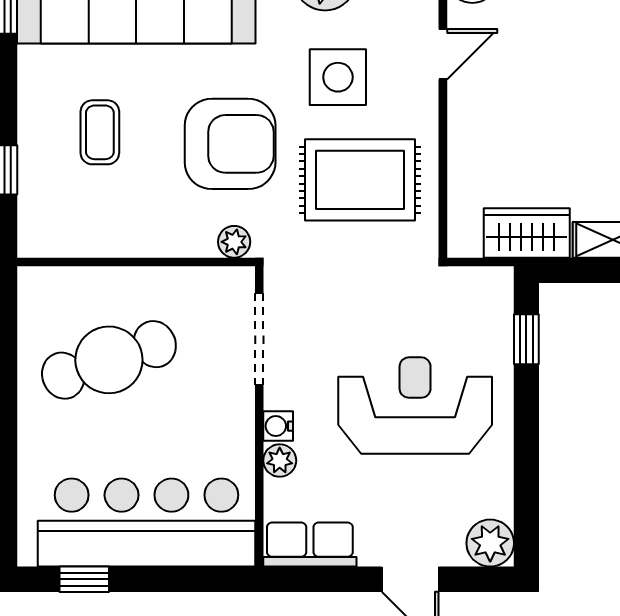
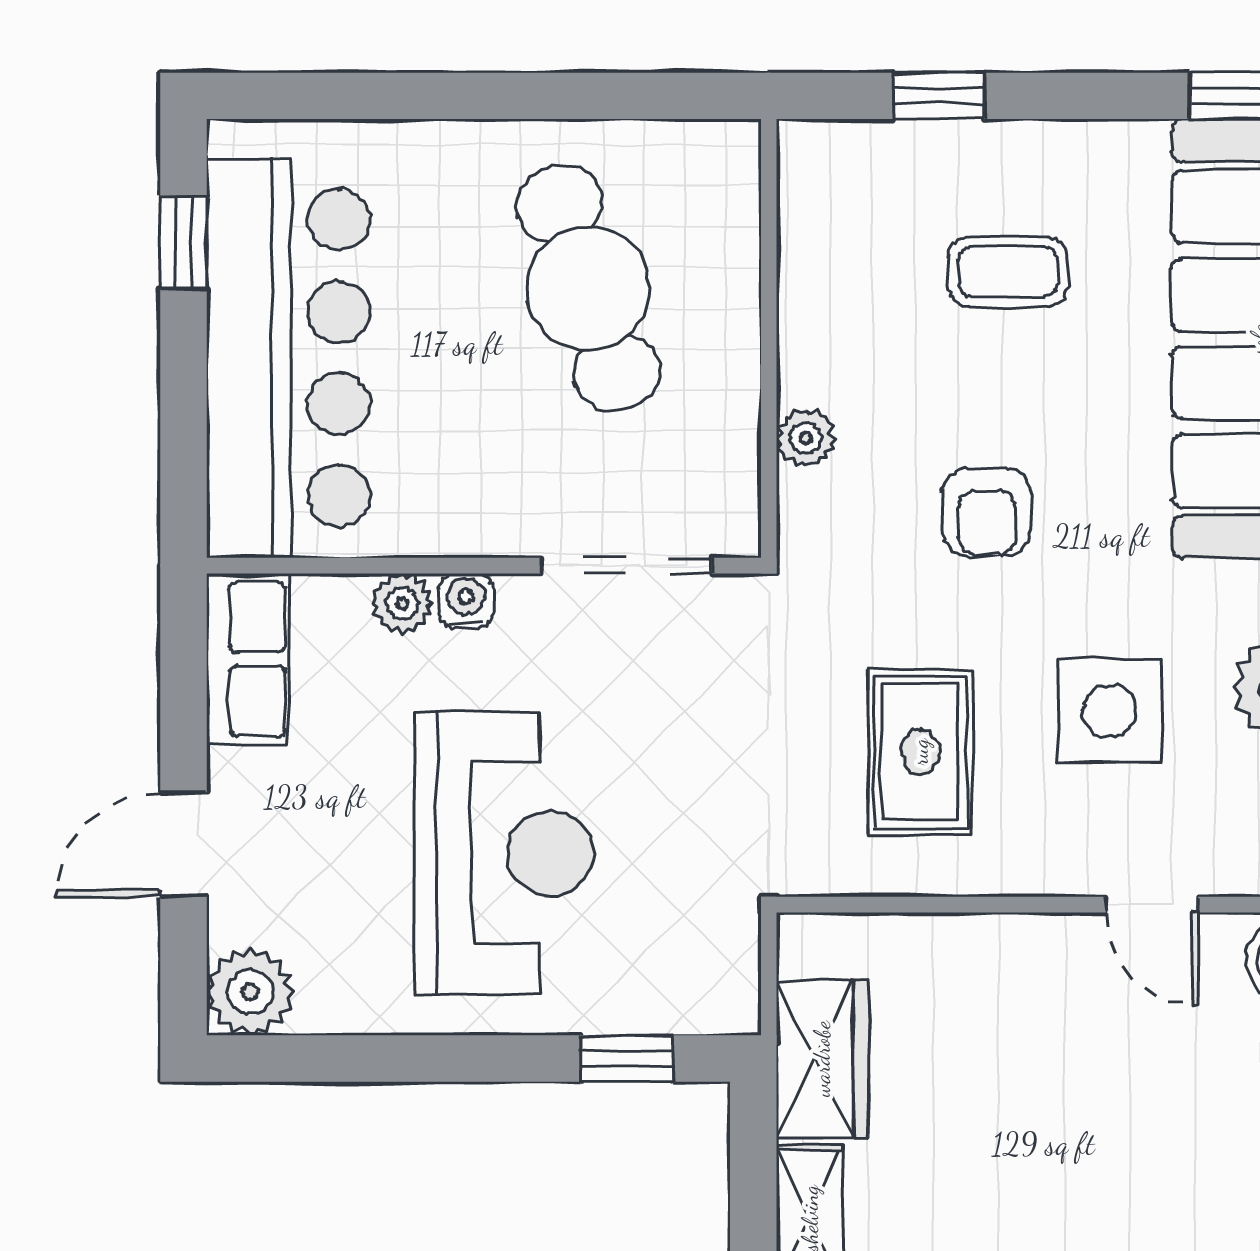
armchair: (230, 144) -> (987, 512), width x0.53, depth x0.53
rug: (360, 180) -> (920, 752), width x0.73, depth x0.70
plant: (234, 242) -> (806, 438), moved

